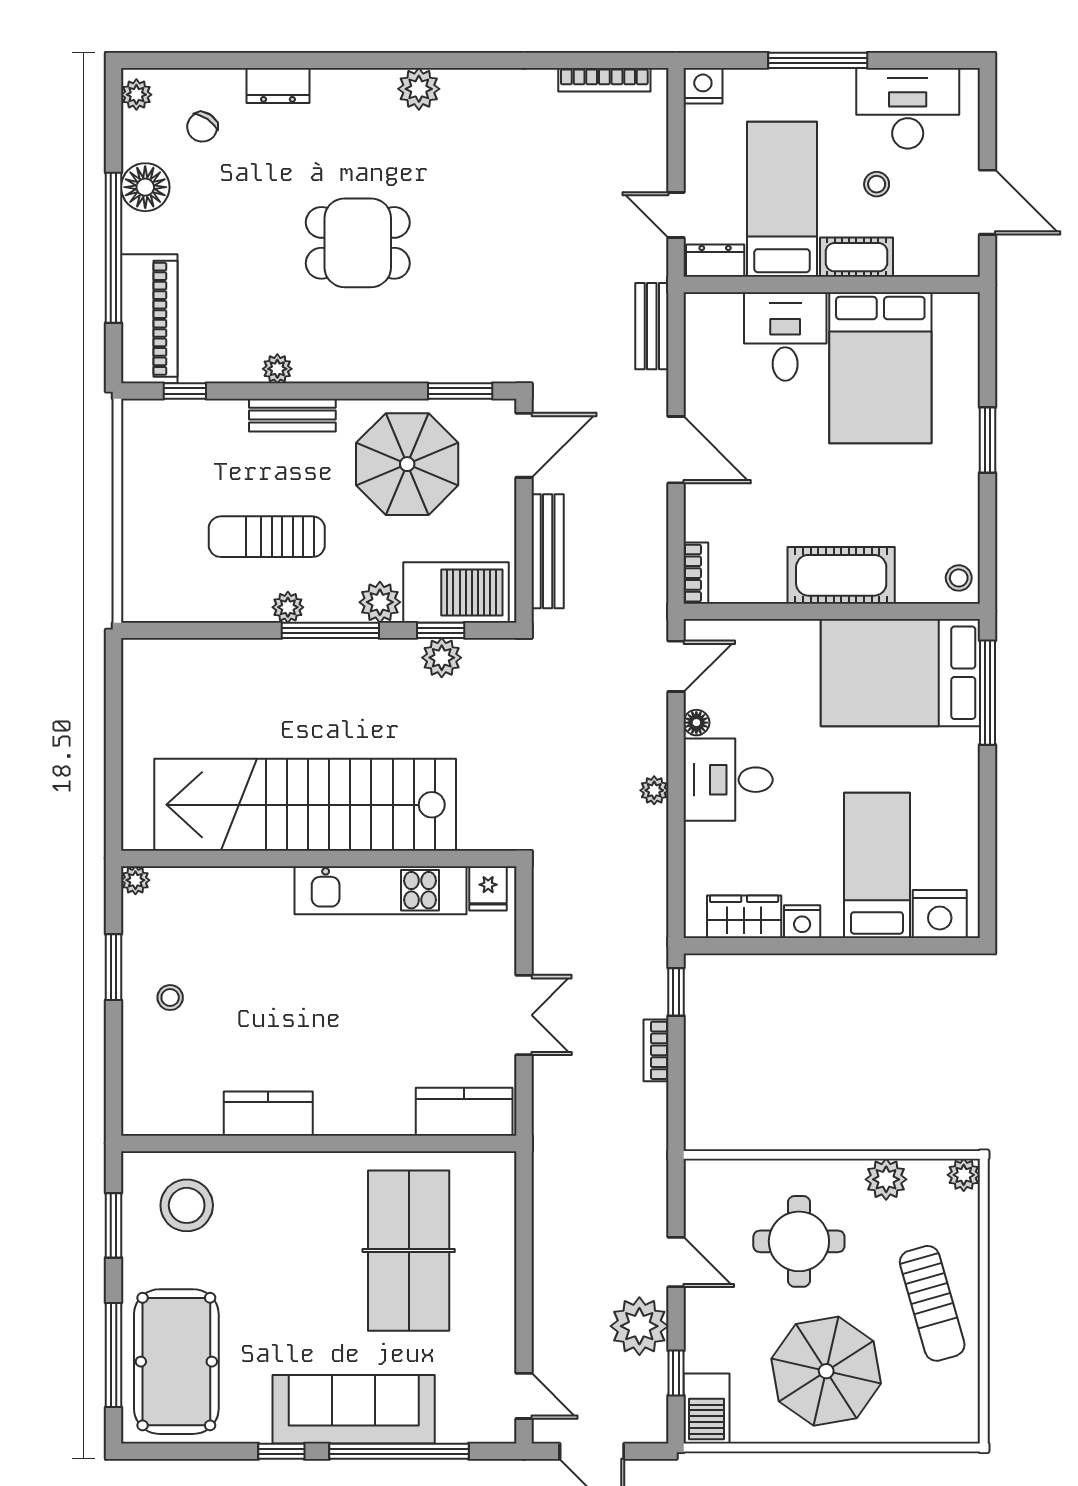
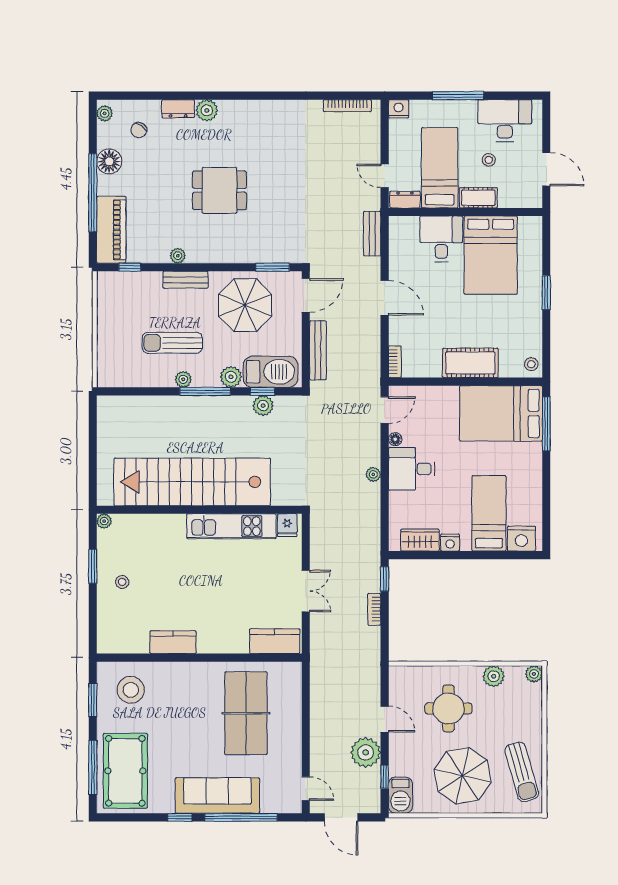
plant: (419, 89) -> (207, 110), moved
sun lounger: (932, 1303) -> (522, 772), moved

